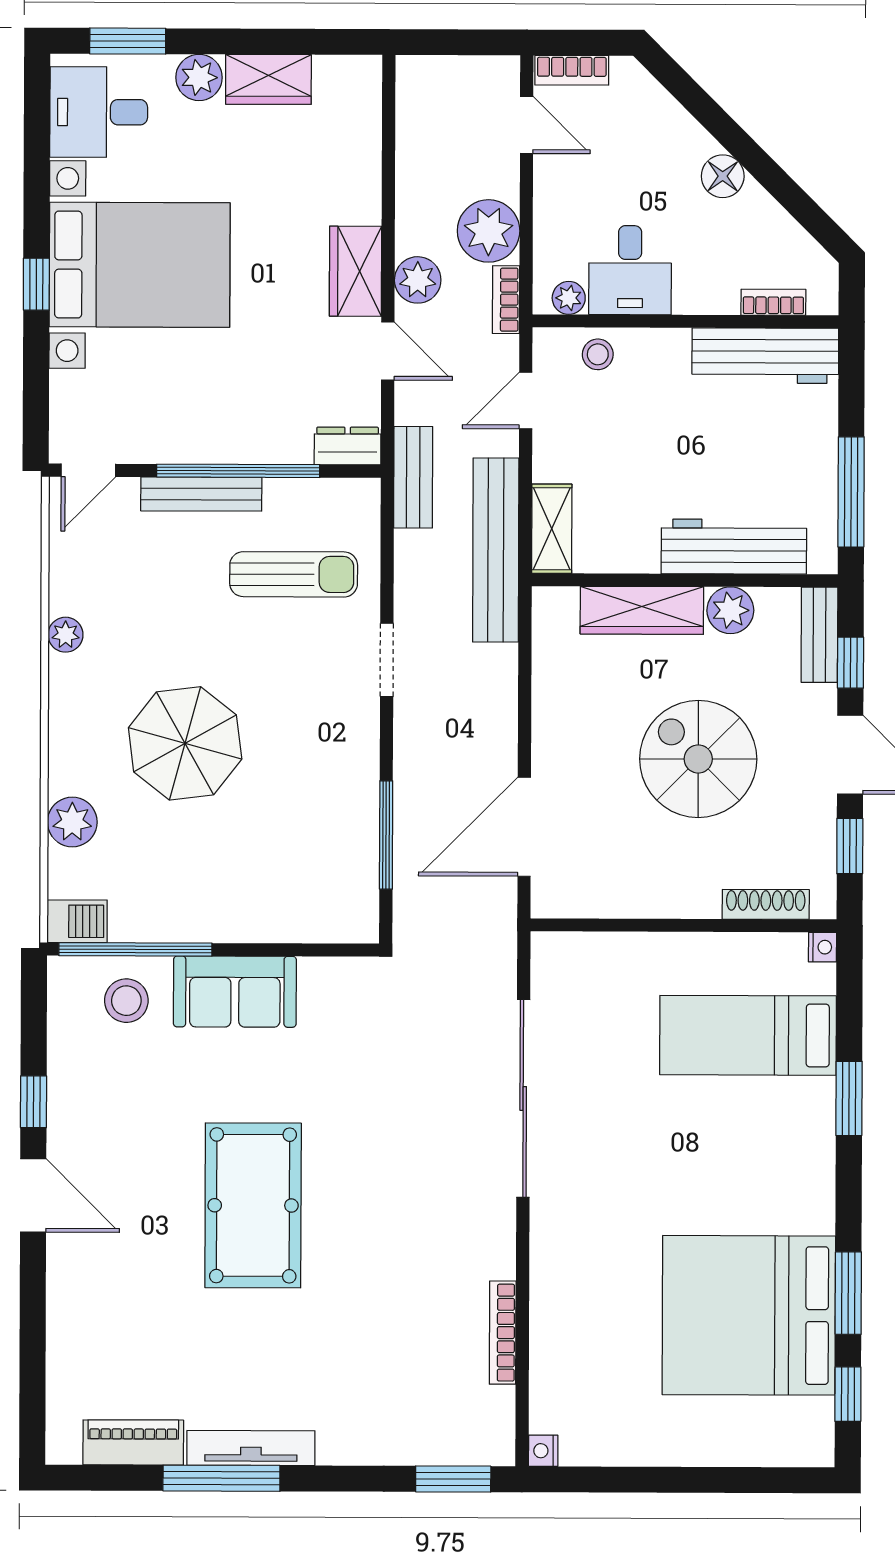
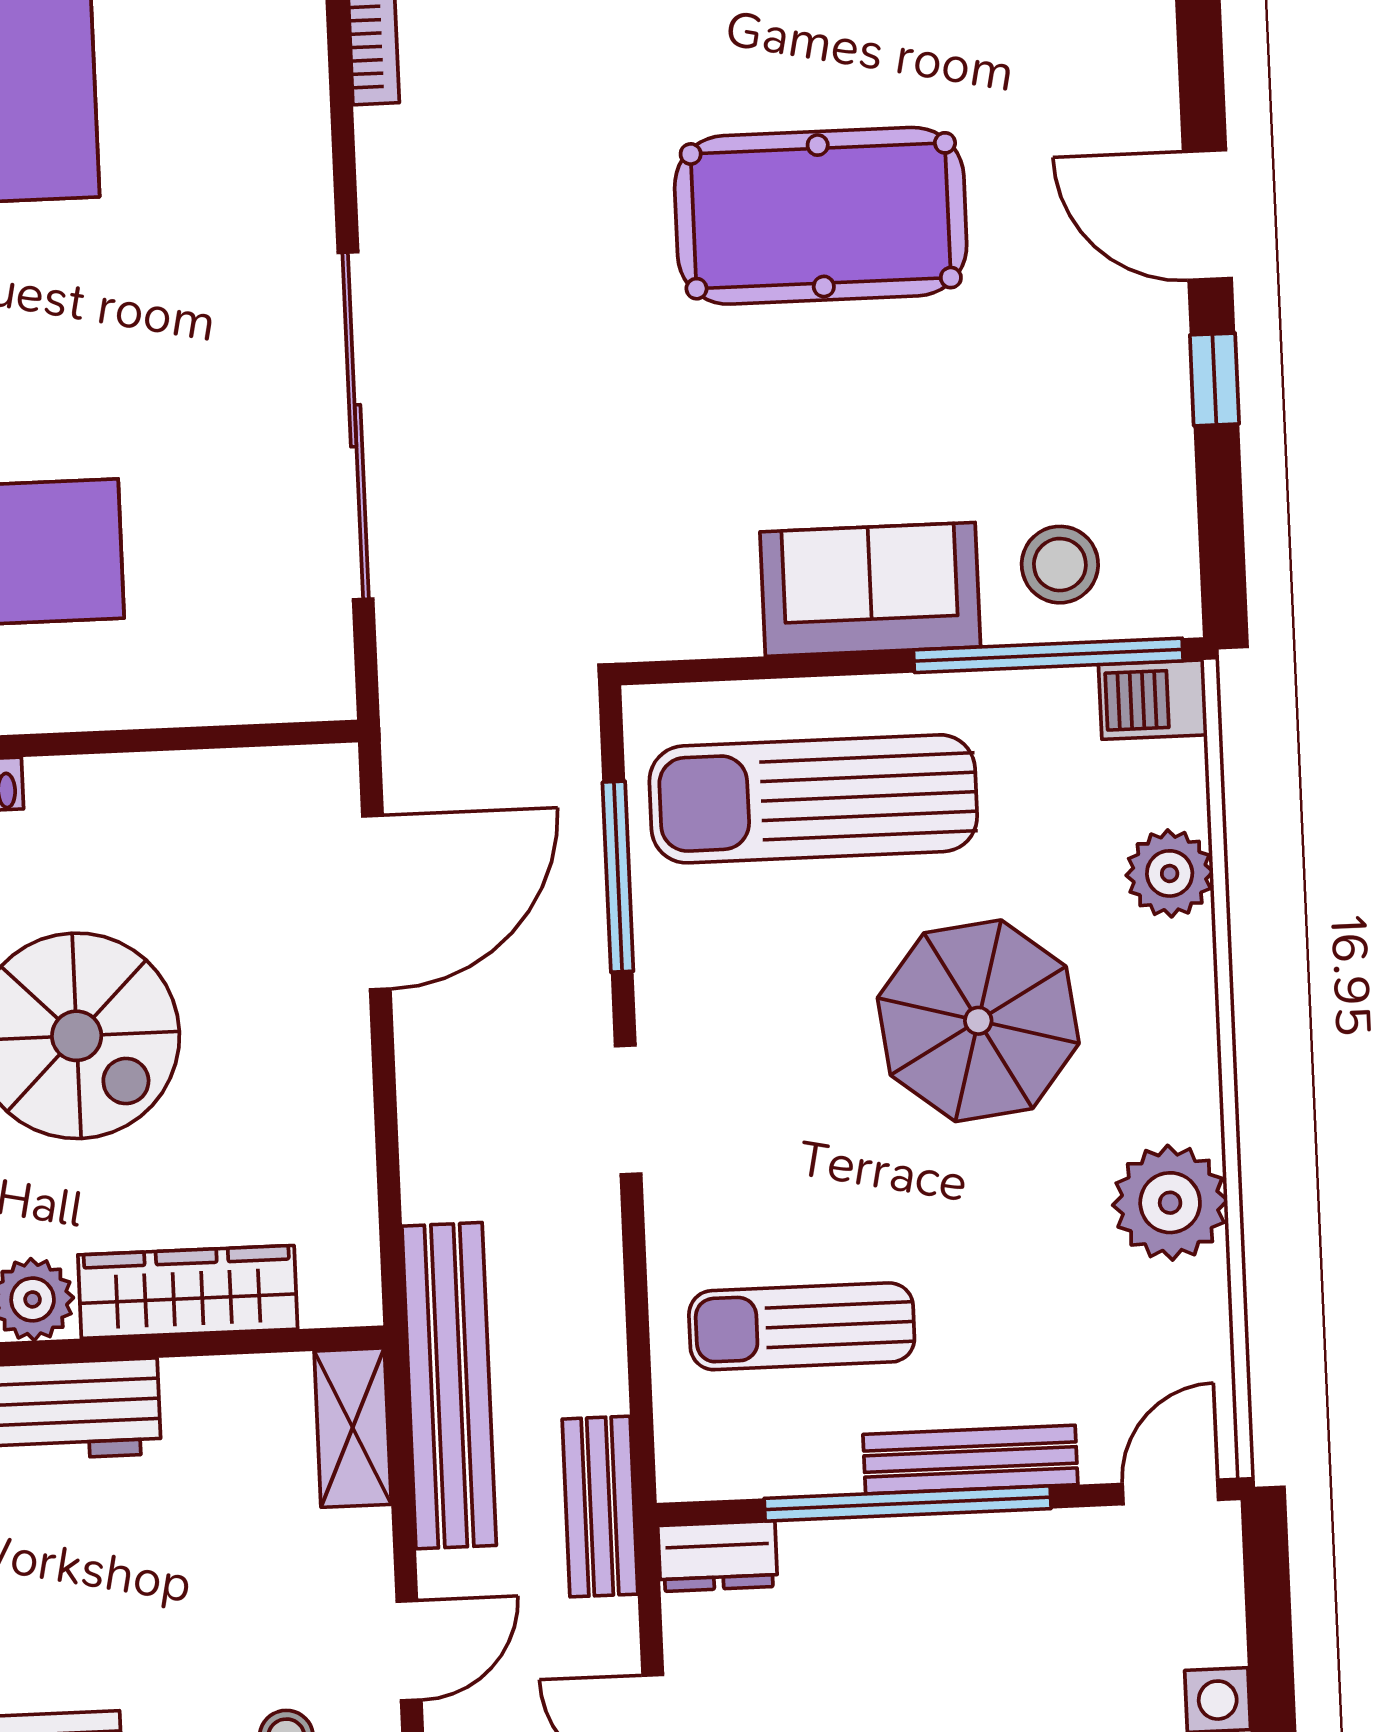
plant: (66, 635) -> (1170, 1203), width x1.87, depth x1.87
doorway: (387, 660) -> (628, 1110), moved
sun lounger: (273, 874) -> (813, 799), added
pool table: (253, 1205) -> (821, 216), turned 90

